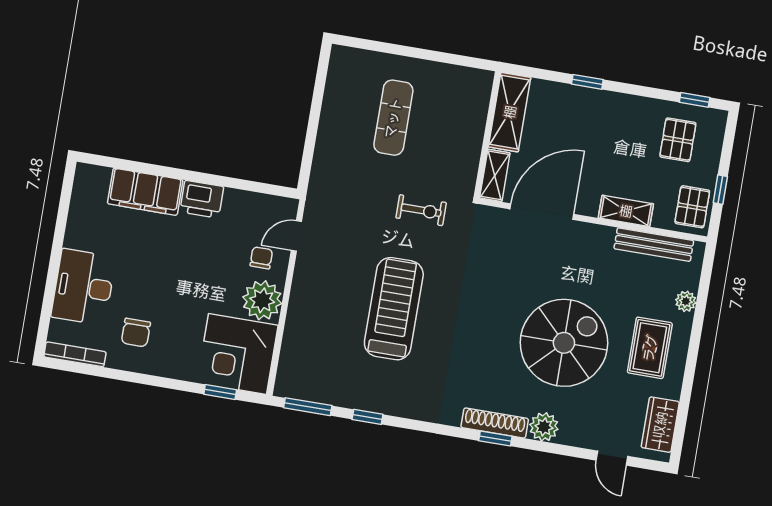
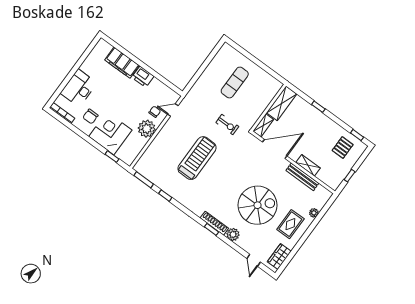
pallet: (692, 207) -> (335, 177), removed
bench: (654, 245) -> (302, 177), moved
corner desk: (238, 354) -> (110, 133), moved, turned 90

